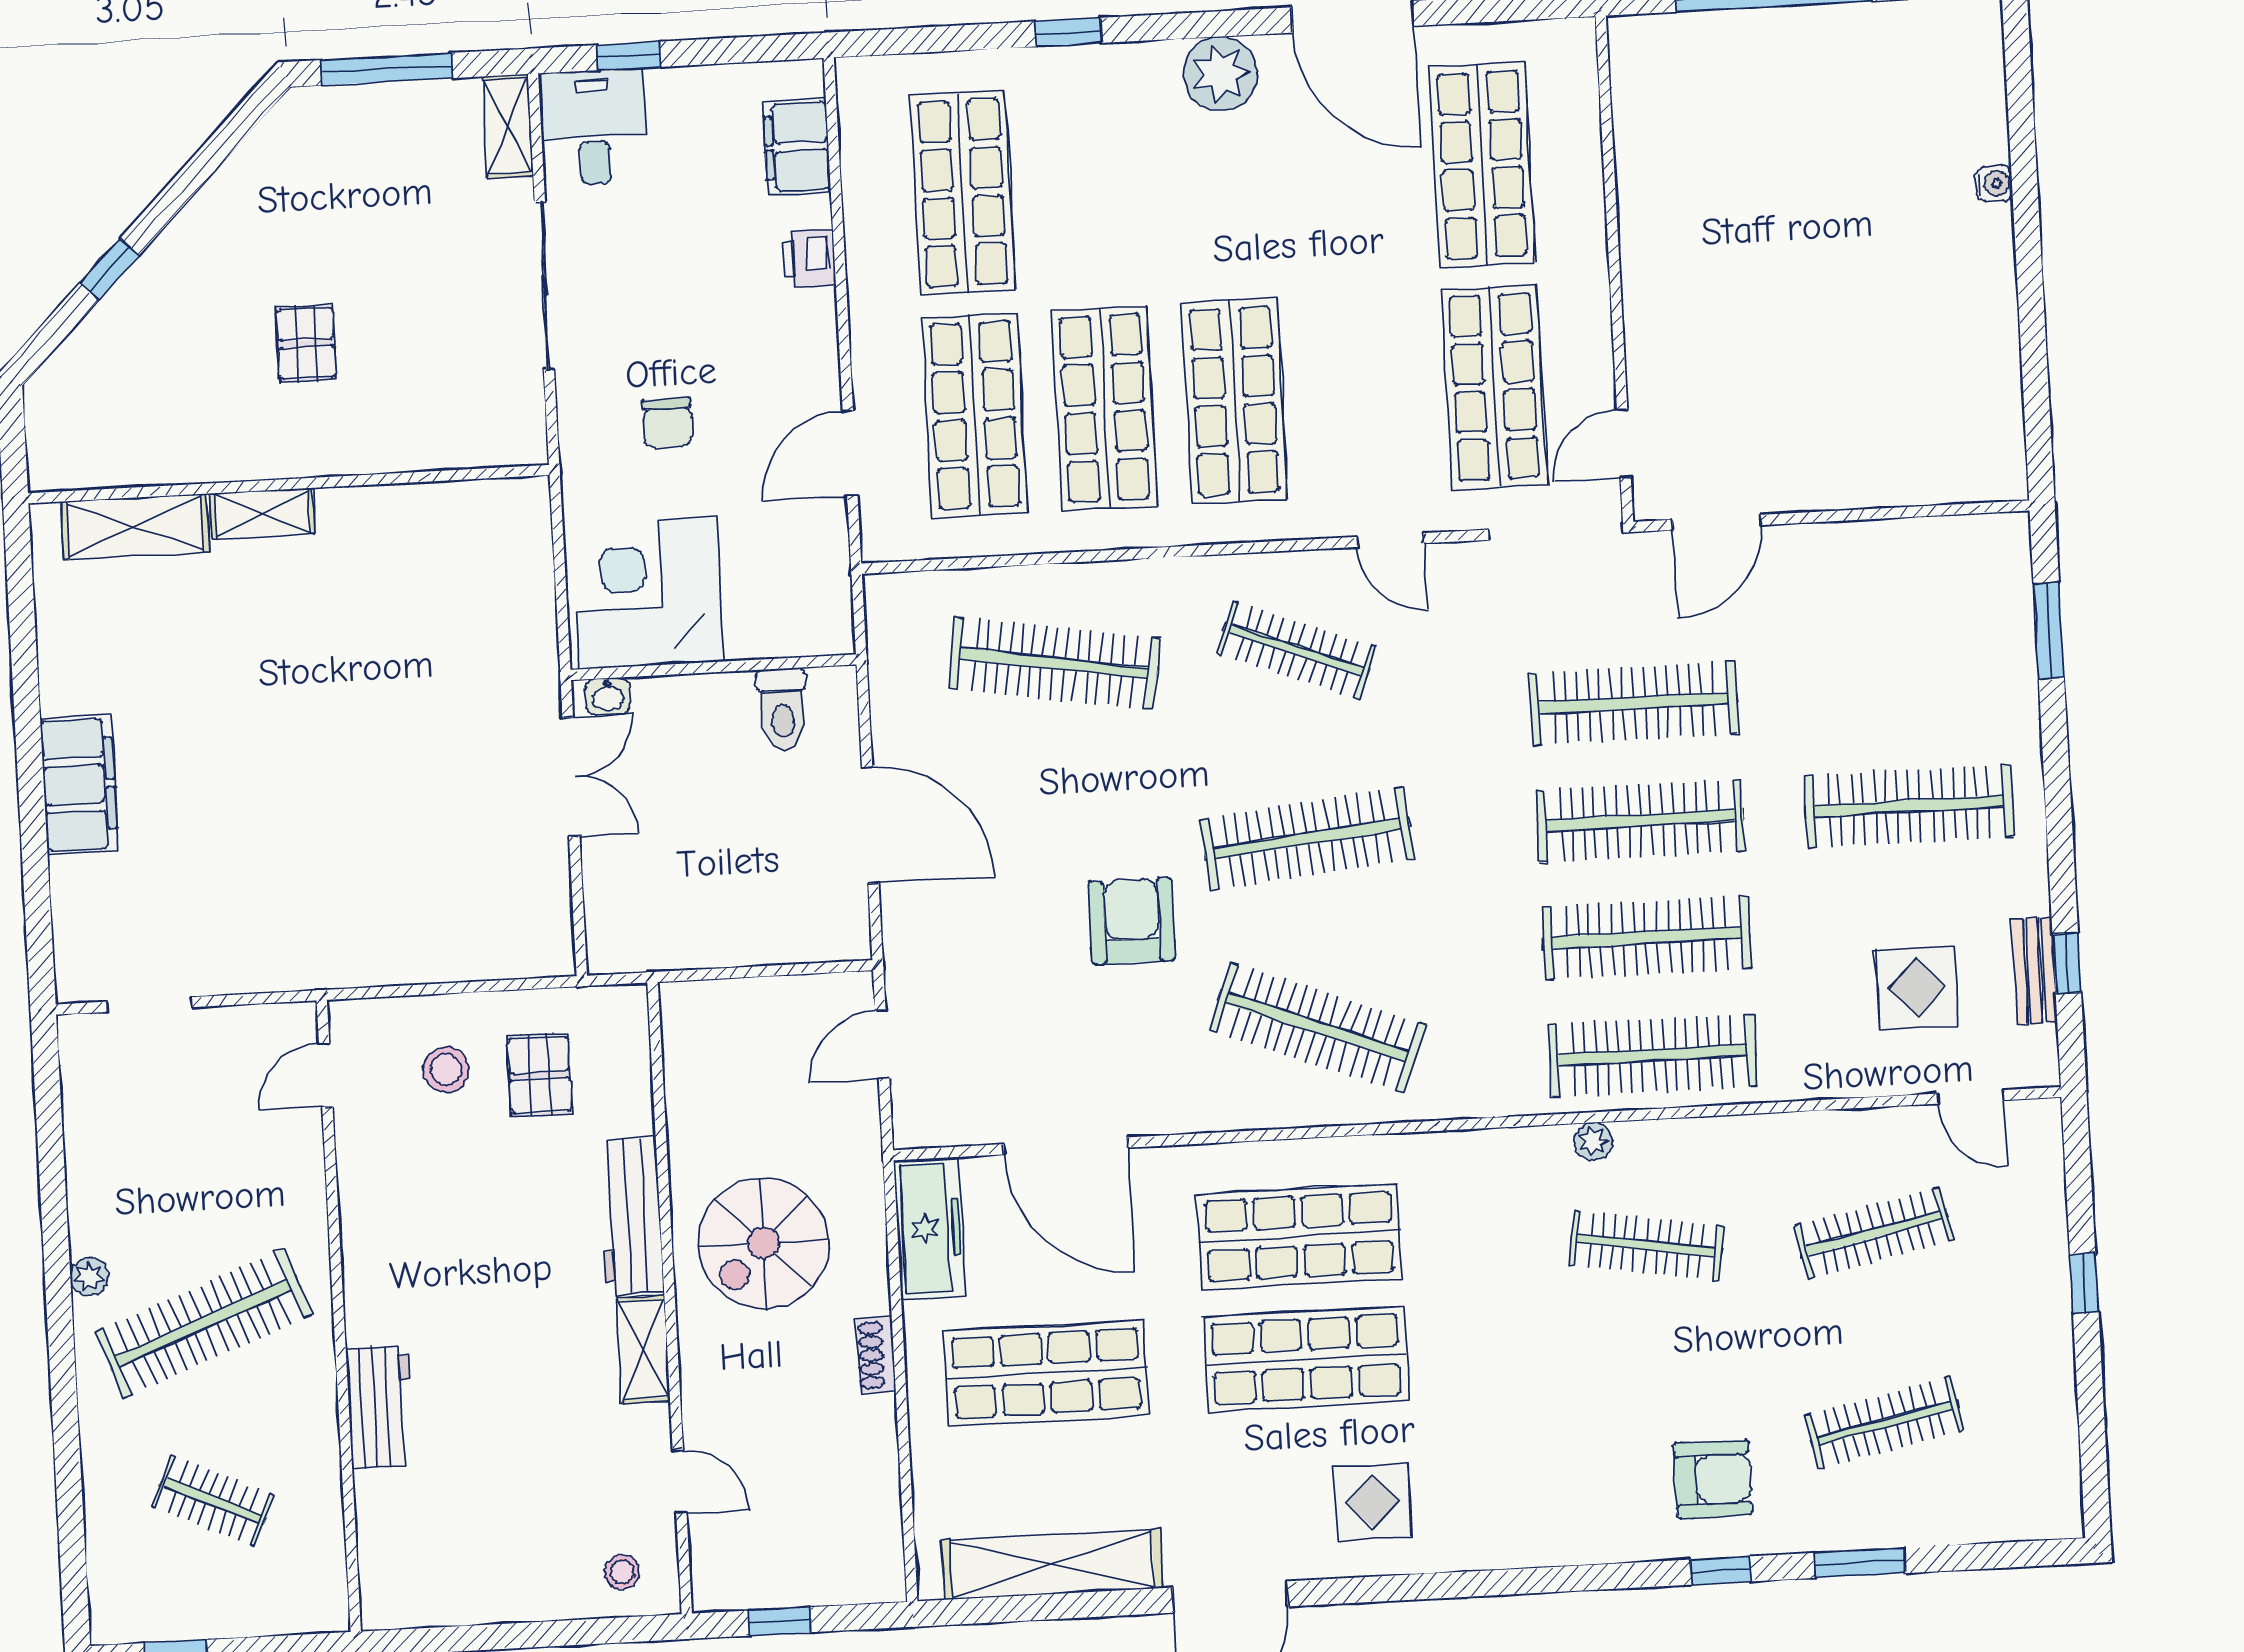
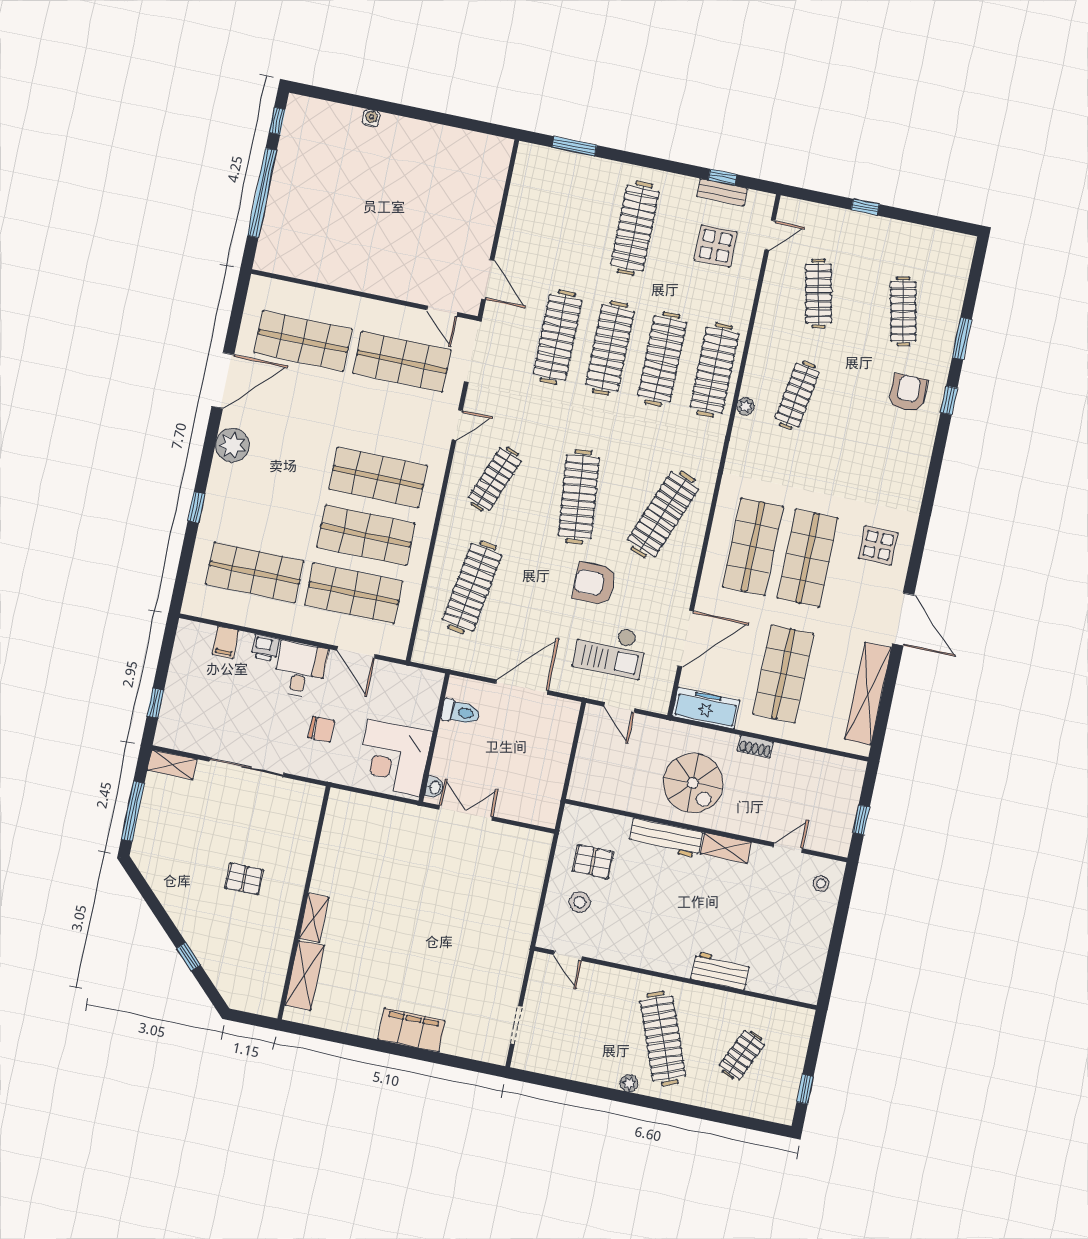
desk: (594, 127) -> (300, 670), moved, turned 90
filing cabinet: (797, 147) -> (226, 642), width x0.50
checkout: (1000, 992) -> (610, 650), added

